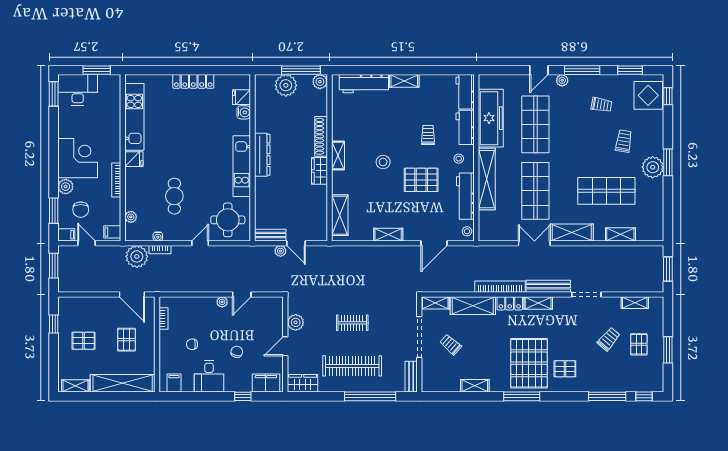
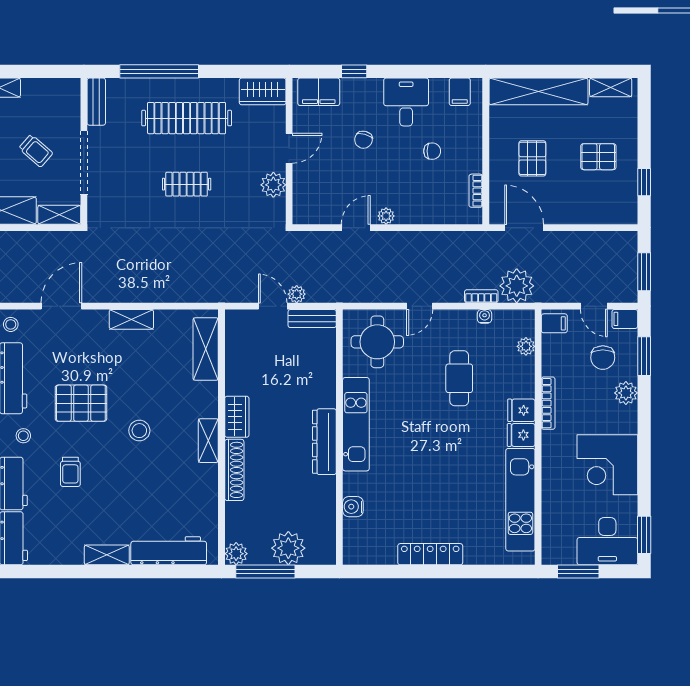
fridge: (241, 97) -> (521, 410), moved, turned 180
corner desk: (78, 158) -> (607, 465), moved
chair: (81, 210) -> (603, 358), turned 180

